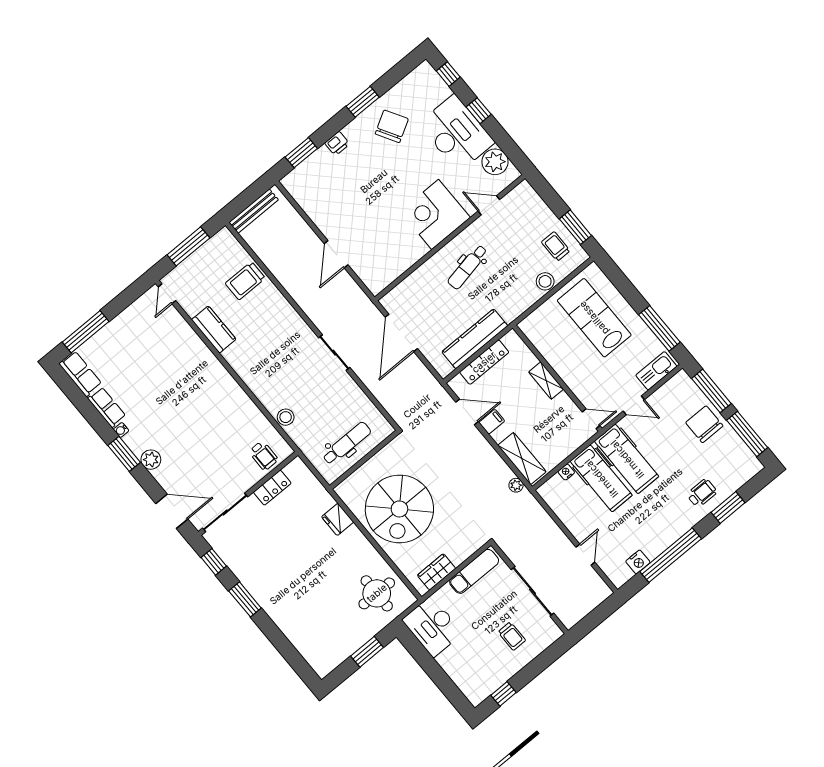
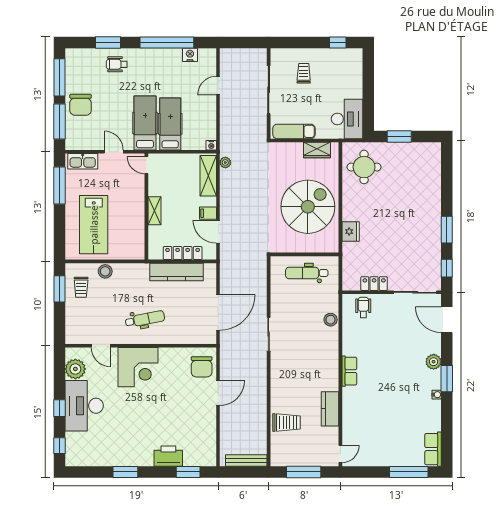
chair: (392, 126) -> (202, 367), moved, turned -60
printer: (337, 144) -> (168, 456), width x1.87, depth x1.48
row of seats: (107, 407) -> (349, 371), moved, turned 180
nightstand: (566, 472) -> (211, 145), moved

